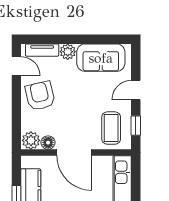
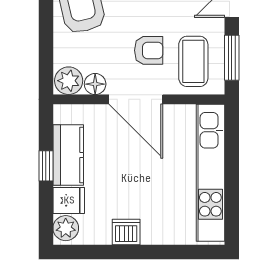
armchair: (82, 121) -> (149, 50), added
window: (136, 126) -> (232, 58), width x1.50

